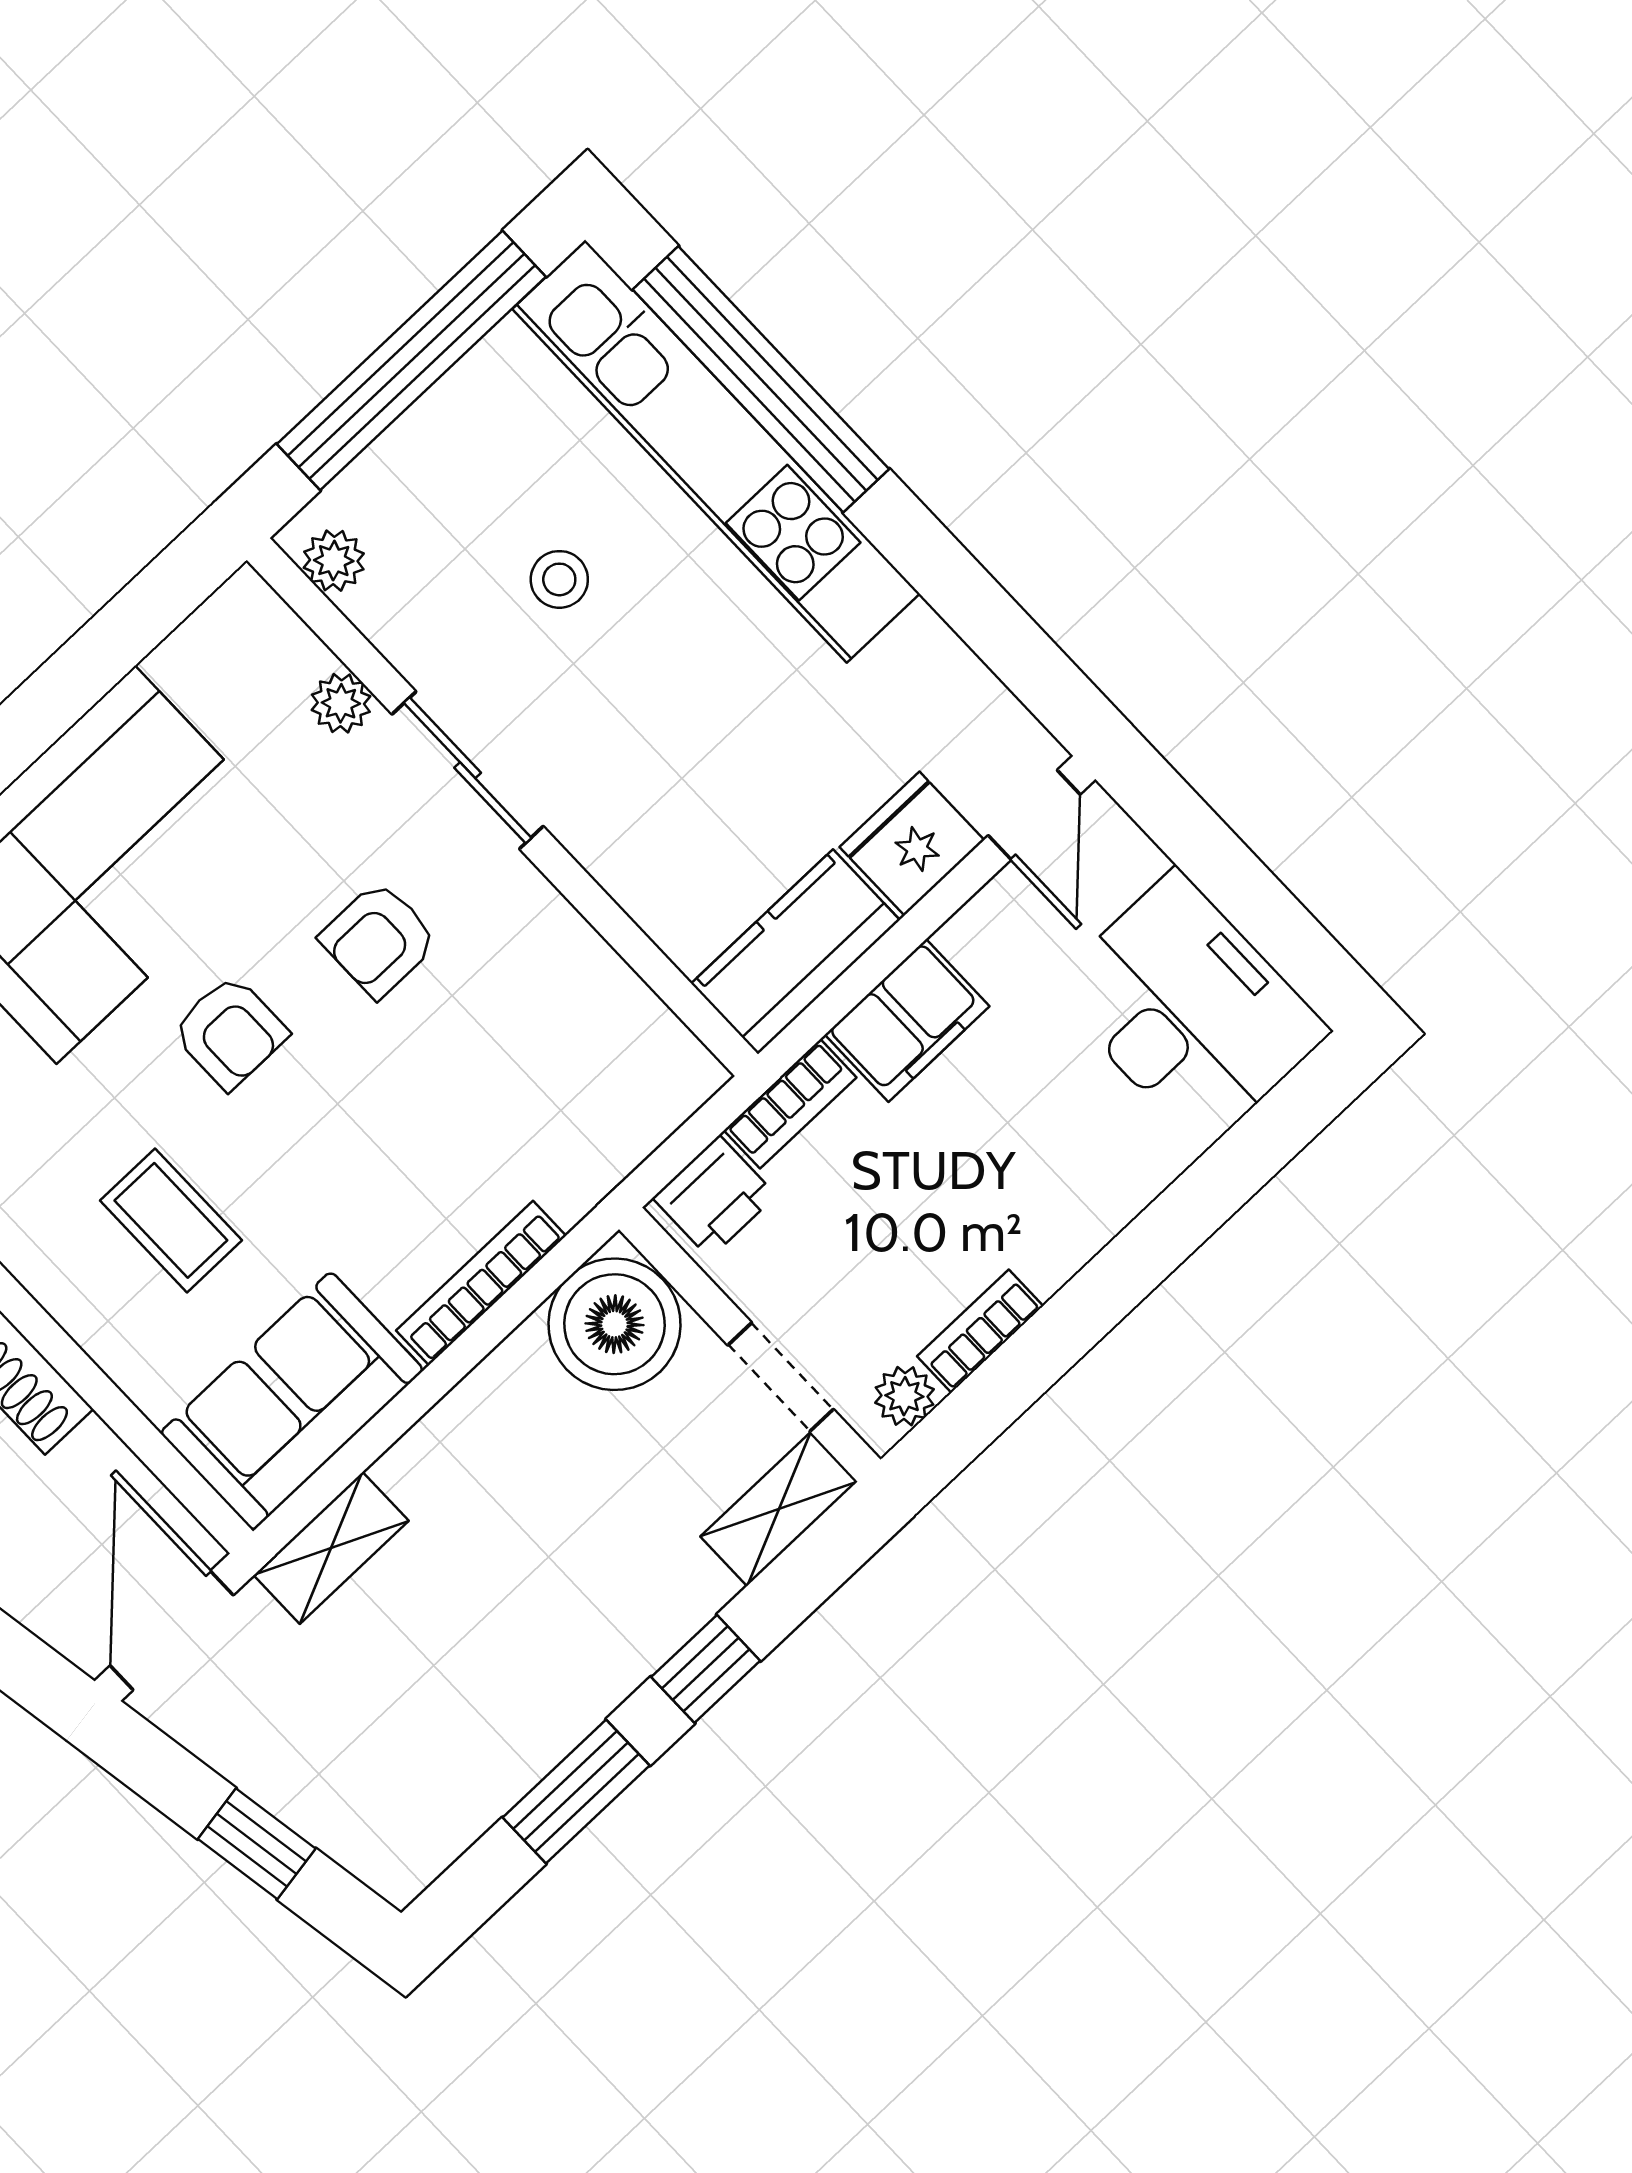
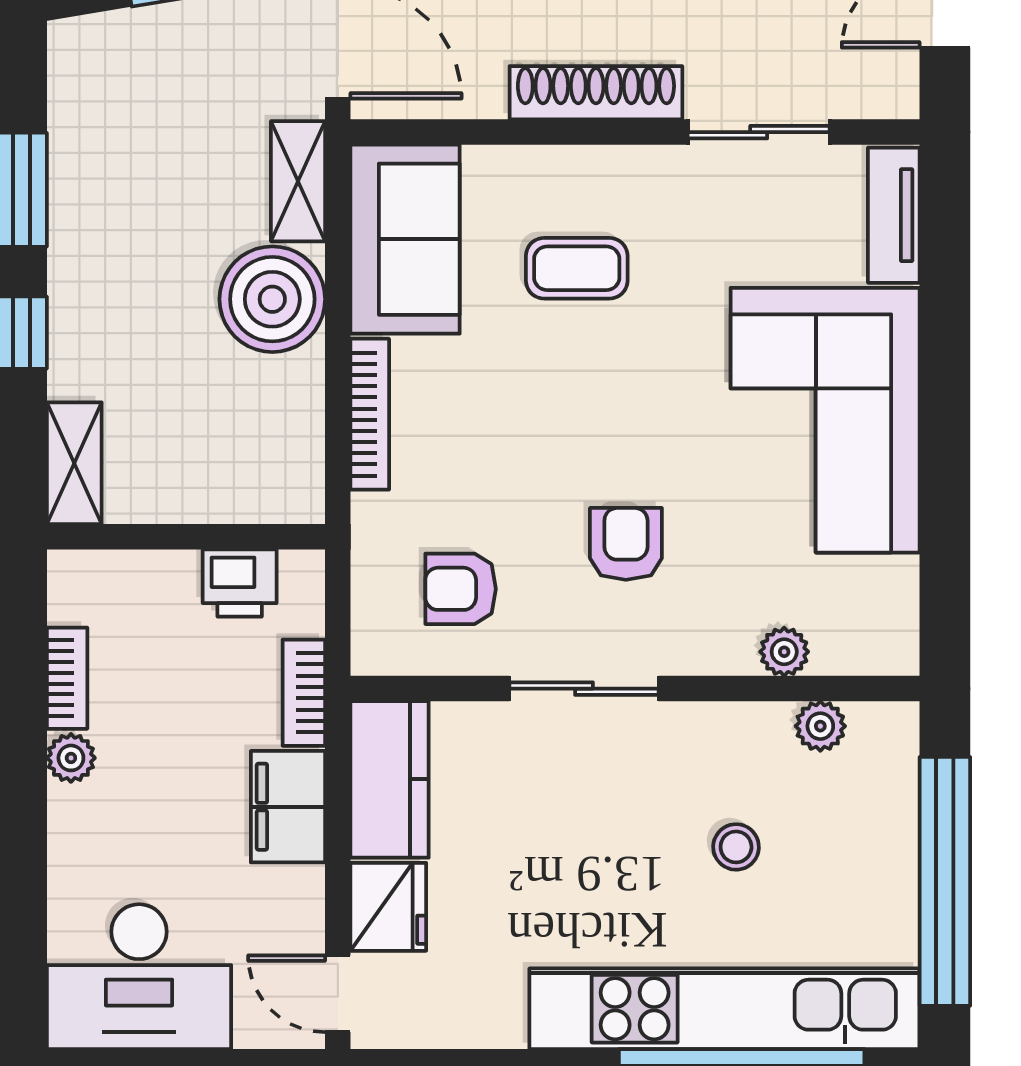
plant: (334, 561) -> (820, 726), moved
sliding door: (468, 770) -> (584, 689), moved
armchair: (230, 1032) -> (461, 589), moved
printer: (714, 1197) -> (240, 583), moved, turned -90
boiler: (614, 1324) -> (272, 299), moved
doorway: (781, 1377) -> (150, 537), removed
plant: (904, 1396) -> (71, 758), moved

